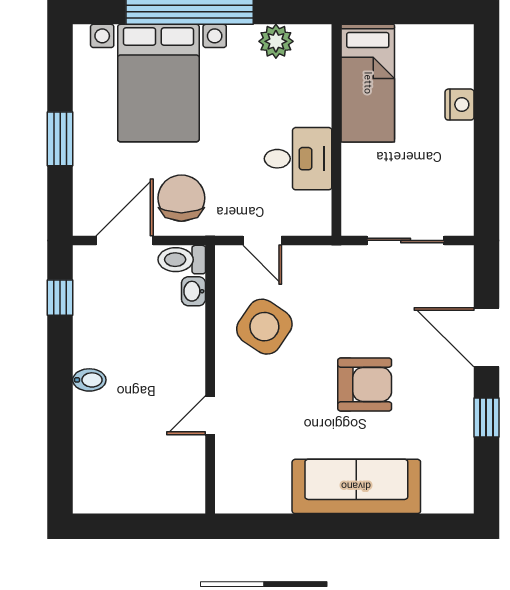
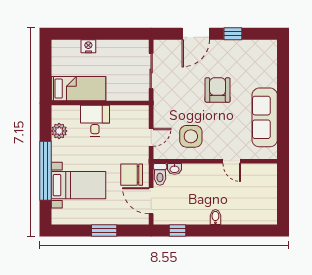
bed with nightstands: (158, 83) -> (78, 185), width x0.73
desk: (298, 159) -> (95, 121), moved
side table: (264, 327) -> (191, 136), turned -34
sofa: (356, 486) -> (265, 117), moved

